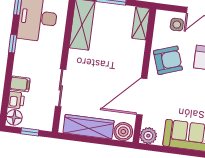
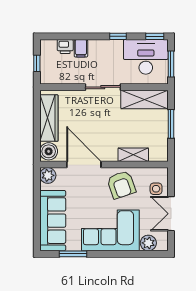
shelving: (141, 23) -> (133, 155), moved
sliding door: (61, 88) -> (103, 87), moved
floor lamp: (14, 117) -> (49, 47), removed

